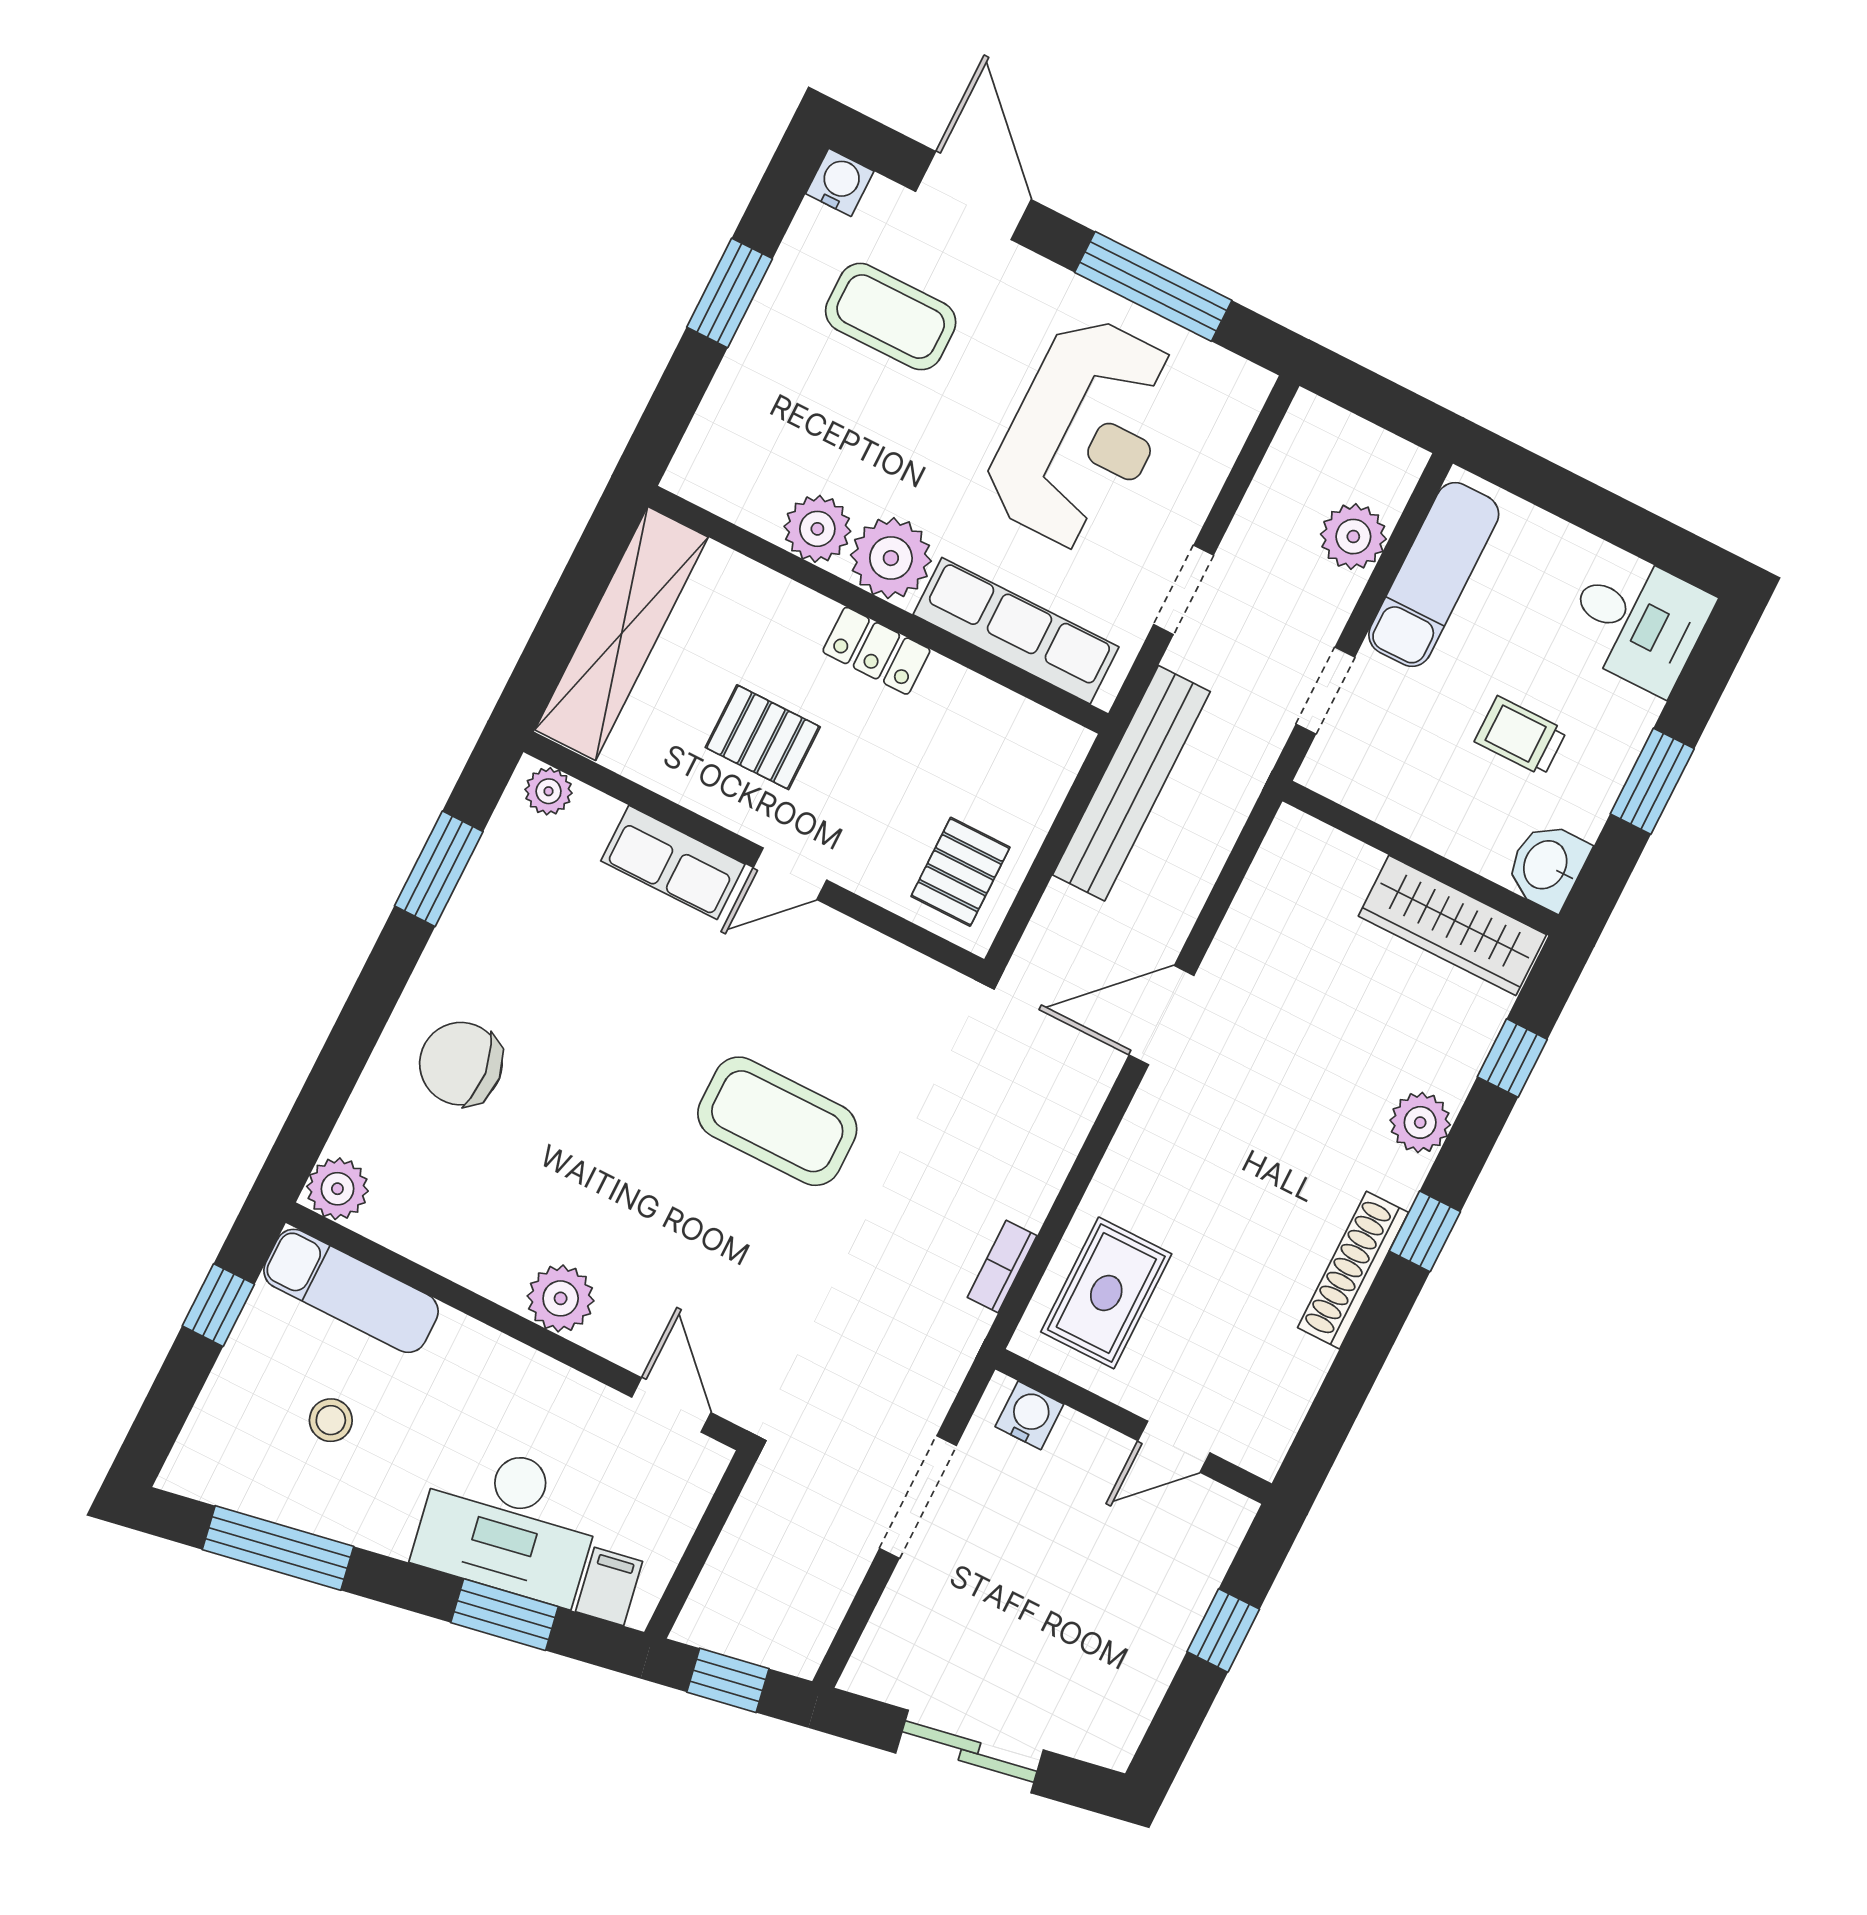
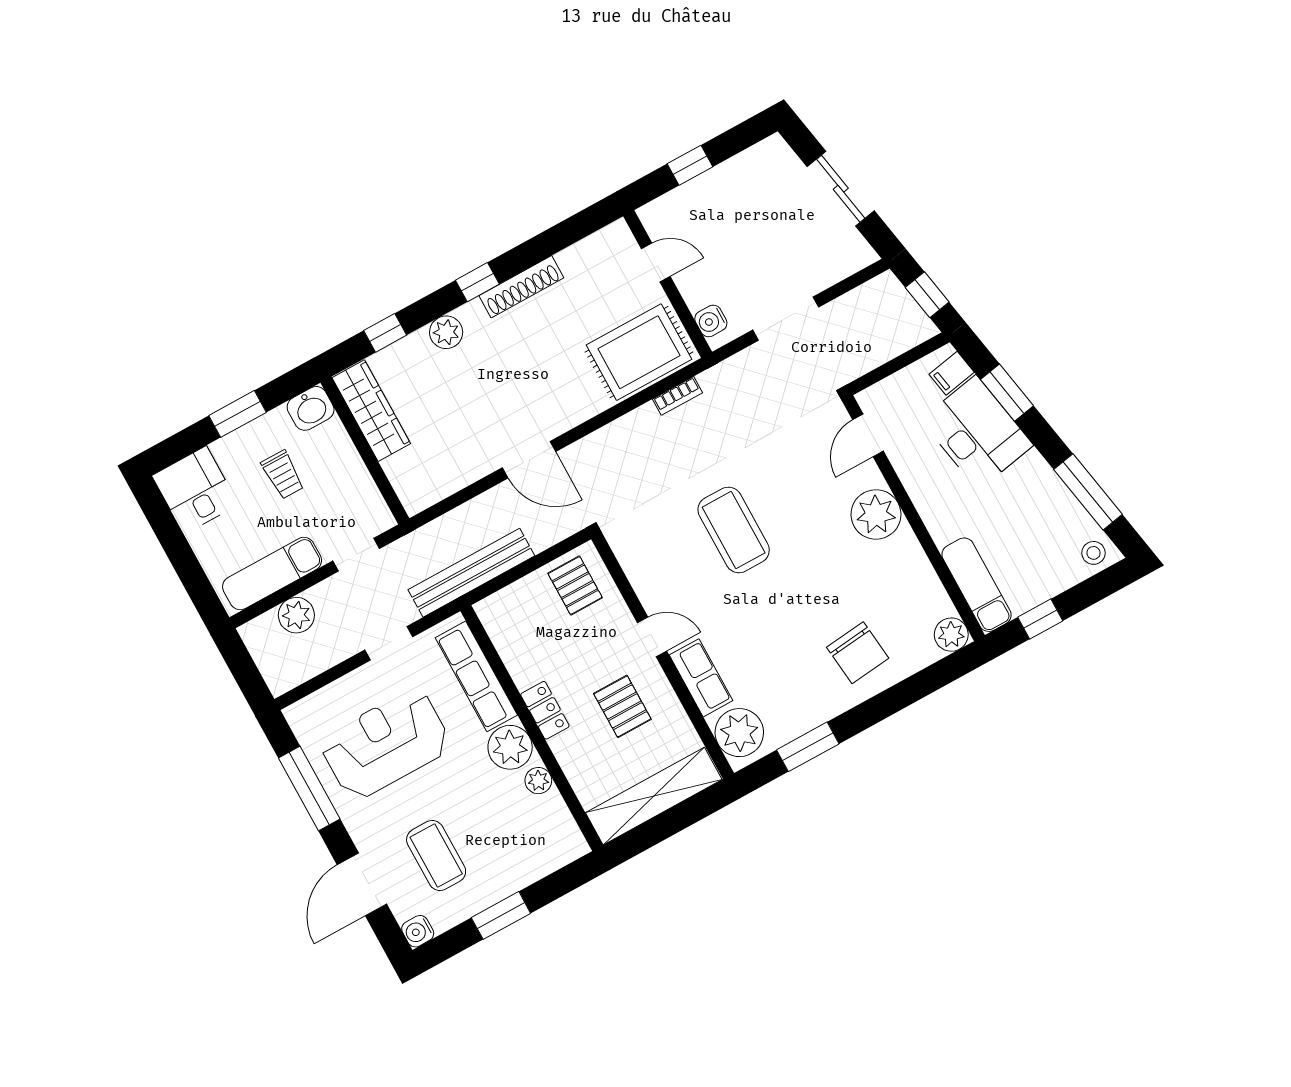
plant: (817, 529) -> (538, 781), width x0.73, depth x0.73
plant: (549, 791) -> (739, 733), width x1.88, depth x1.88
pallet: (960, 872) -> (575, 585), turned 90
rug: (1106, 1293) -> (639, 352), width x1.36, depth x1.43
plant: (561, 1298) -> (876, 514), width x1.36, depth x1.36
stool: (331, 1420) -> (1093, 553), moved

